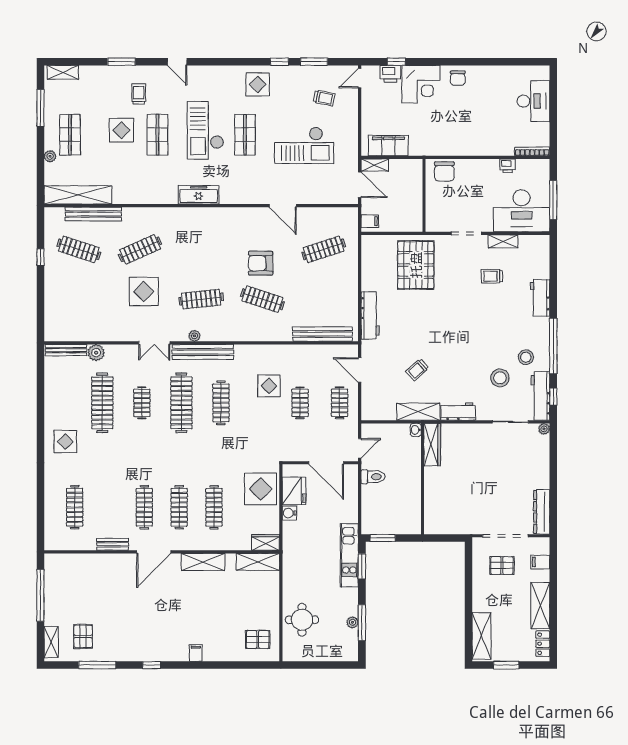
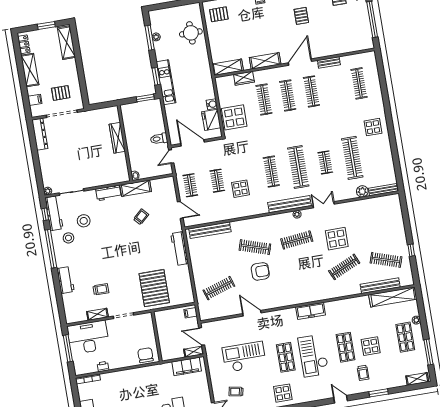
checkout: (205, 130) -> (313, 356), turned 180
wardrobe: (432, 445) -> (117, 138), moved
wardrobe: (266, 542) -> (244, 78), moved
pallet: (141, 617) -> (301, 16), added

